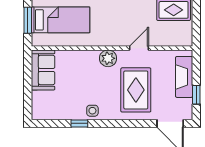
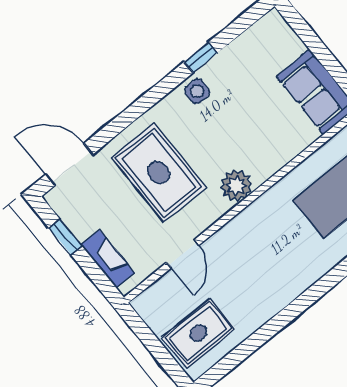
door: (139, 48) -> (183, 254), moved
fireplace: (184, 77) -> (108, 259), width x0.73, depth x0.76

